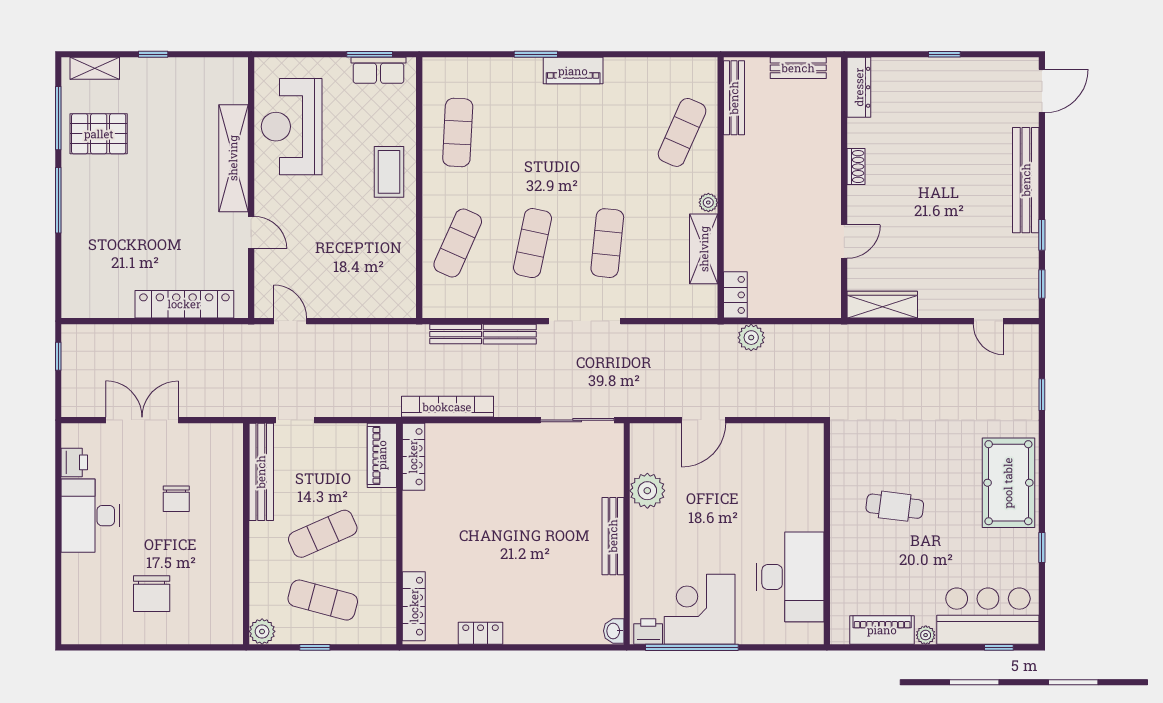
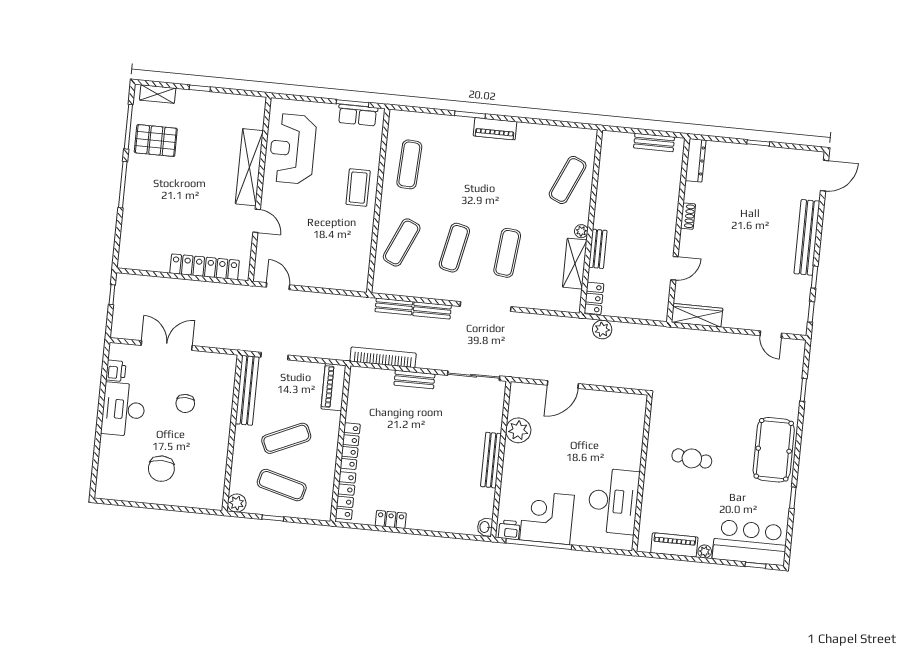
bench: (734, 98) -> (598, 249), moved, width x0.73
bench: (494, 434) -> (414, 380), added
locker: (413, 457) -> (350, 446), moved

